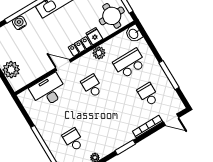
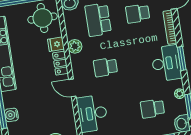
door: (63, 65) -> (72, 88), hinge flipped
desk: (116, 136) -> (166, 63), added

